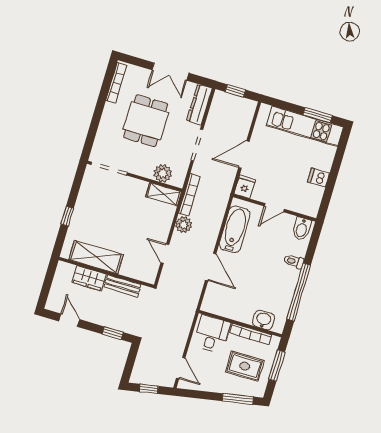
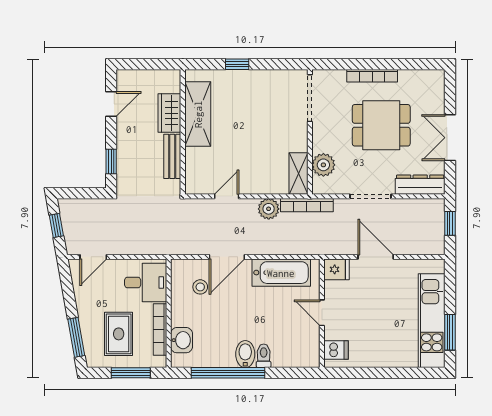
bookcase: (116, 83) -> (372, 76), moved
dishwasher: (318, 177) -> (336, 350), moved, turned 90
bidet: (302, 229) -> (245, 354), moved, turned 90
stool: (227, 294) -> (200, 287), added

